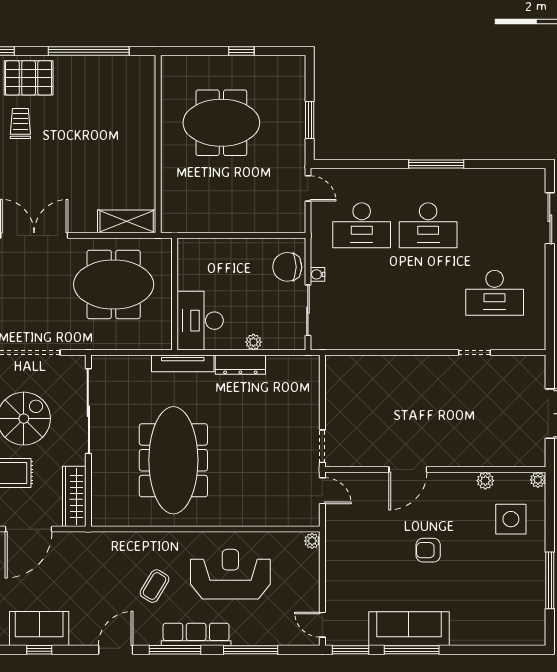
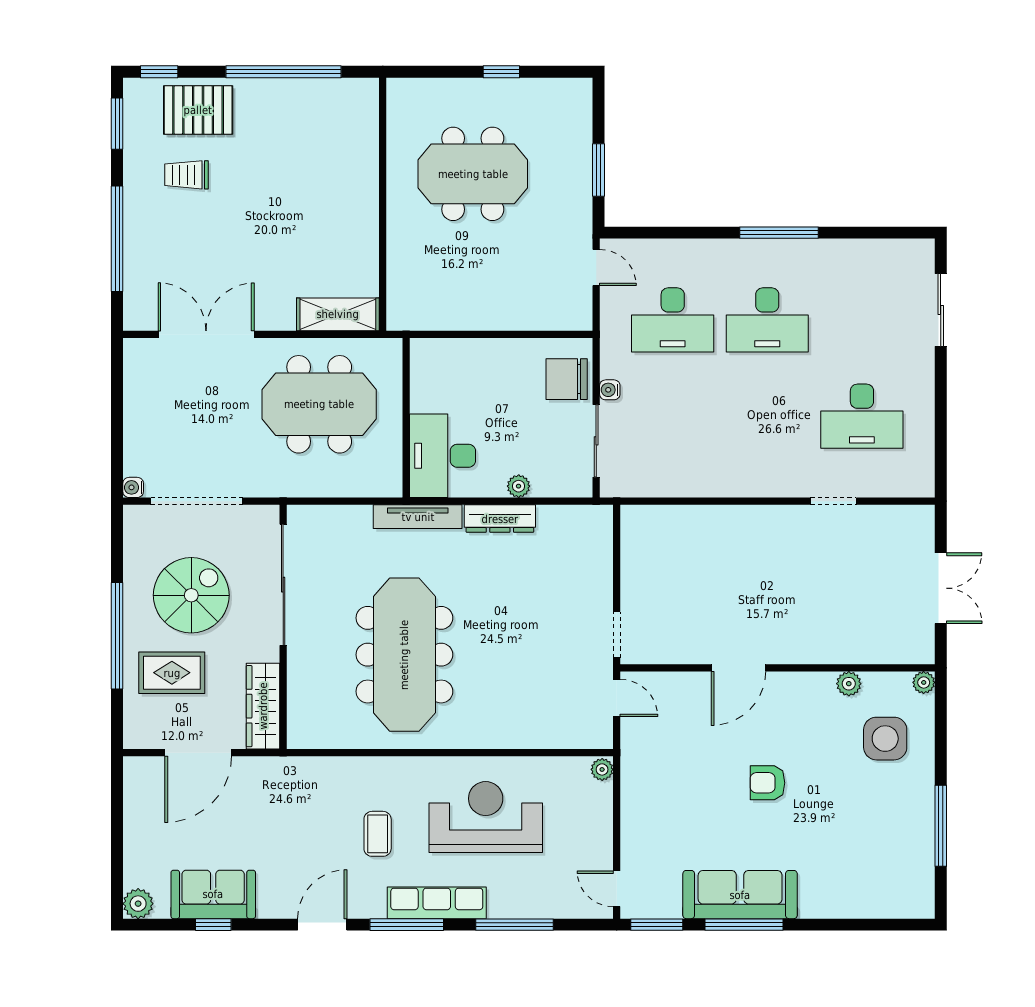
trolley: (20, 123) -> (186, 175), turned -90
coffee table: (155, 586) -> (378, 834), turned -31

